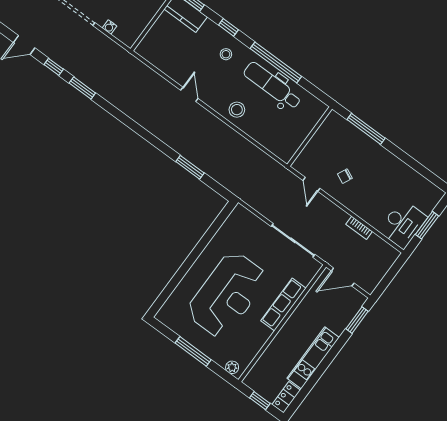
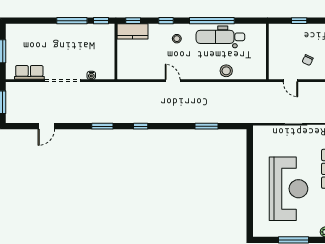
window: (54, 67) -> (141, 126), moved
stool: (237, 110) -> (226, 71), moved
window: (366, 129) -> (299, 21), width x0.46

